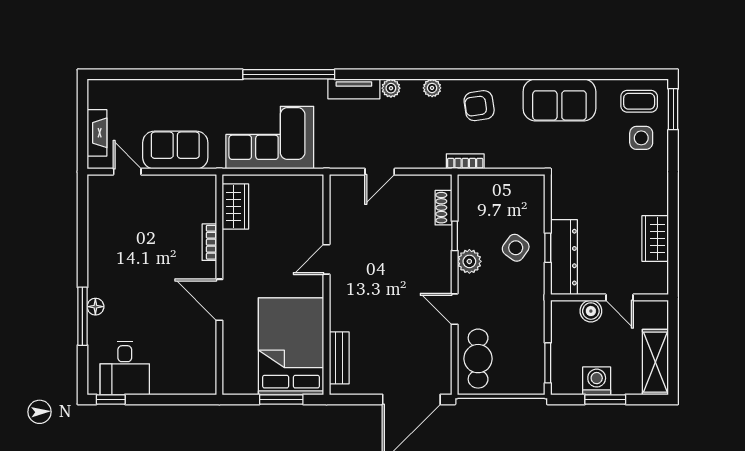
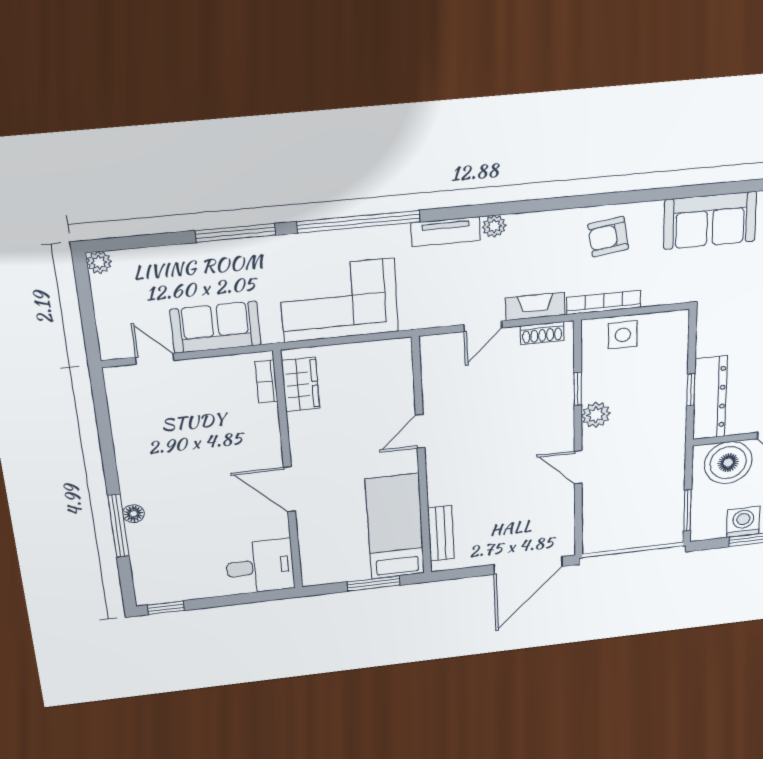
window: (197, 74) -> (235, 233), added
plant: (432, 88) -> (99, 262), moved
fireplace: (97, 133) -> (535, 306), moved, turned -90
bookcase: (465, 161) -> (604, 302), width x1.56
shoe rack: (443, 208) -> (542, 333), moved, turned -90
bookcase: (209, 242) -> (266, 382), moved
side table: (516, 248) -> (623, 335), moved, turned -36
boiler: (591, 311) -> (728, 463), width x1.86, depth x1.86
bed: (291, 346) -> (395, 527), width x0.67
cafe table: (478, 359) -> (606, 515), removed
desk: (125, 368) -> (260, 567), moved, turned -90

